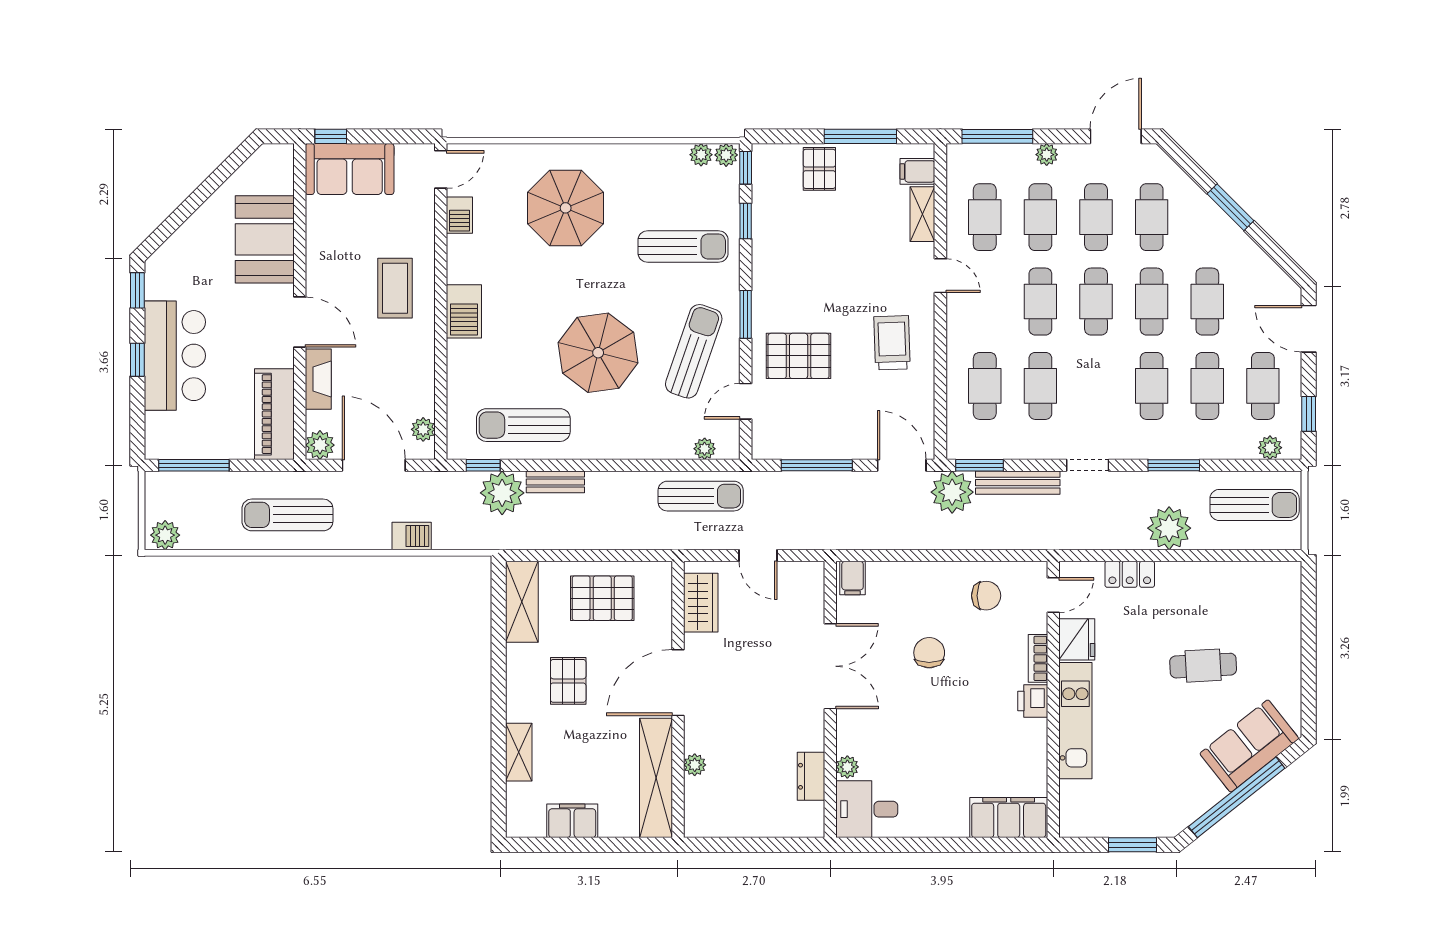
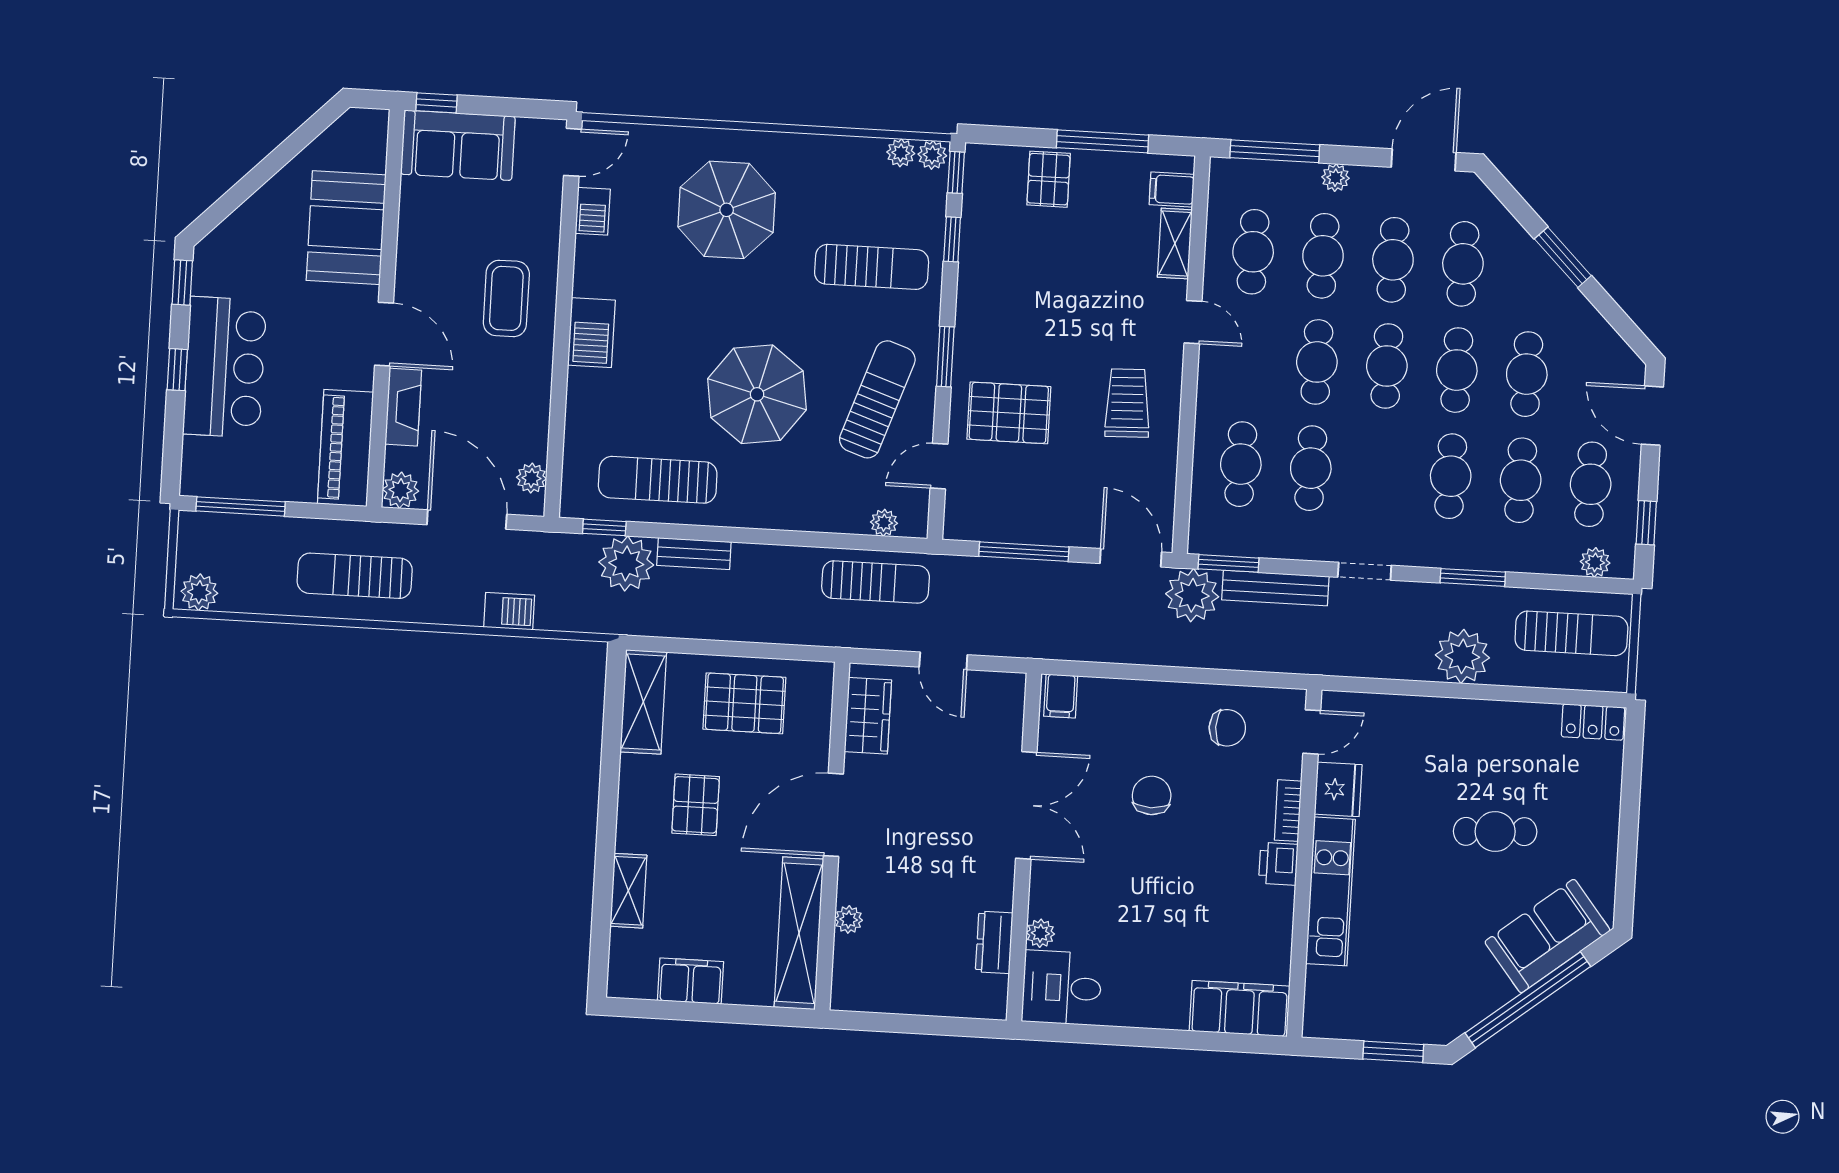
locker: (1130, 574) -> (1593, 722), moved

